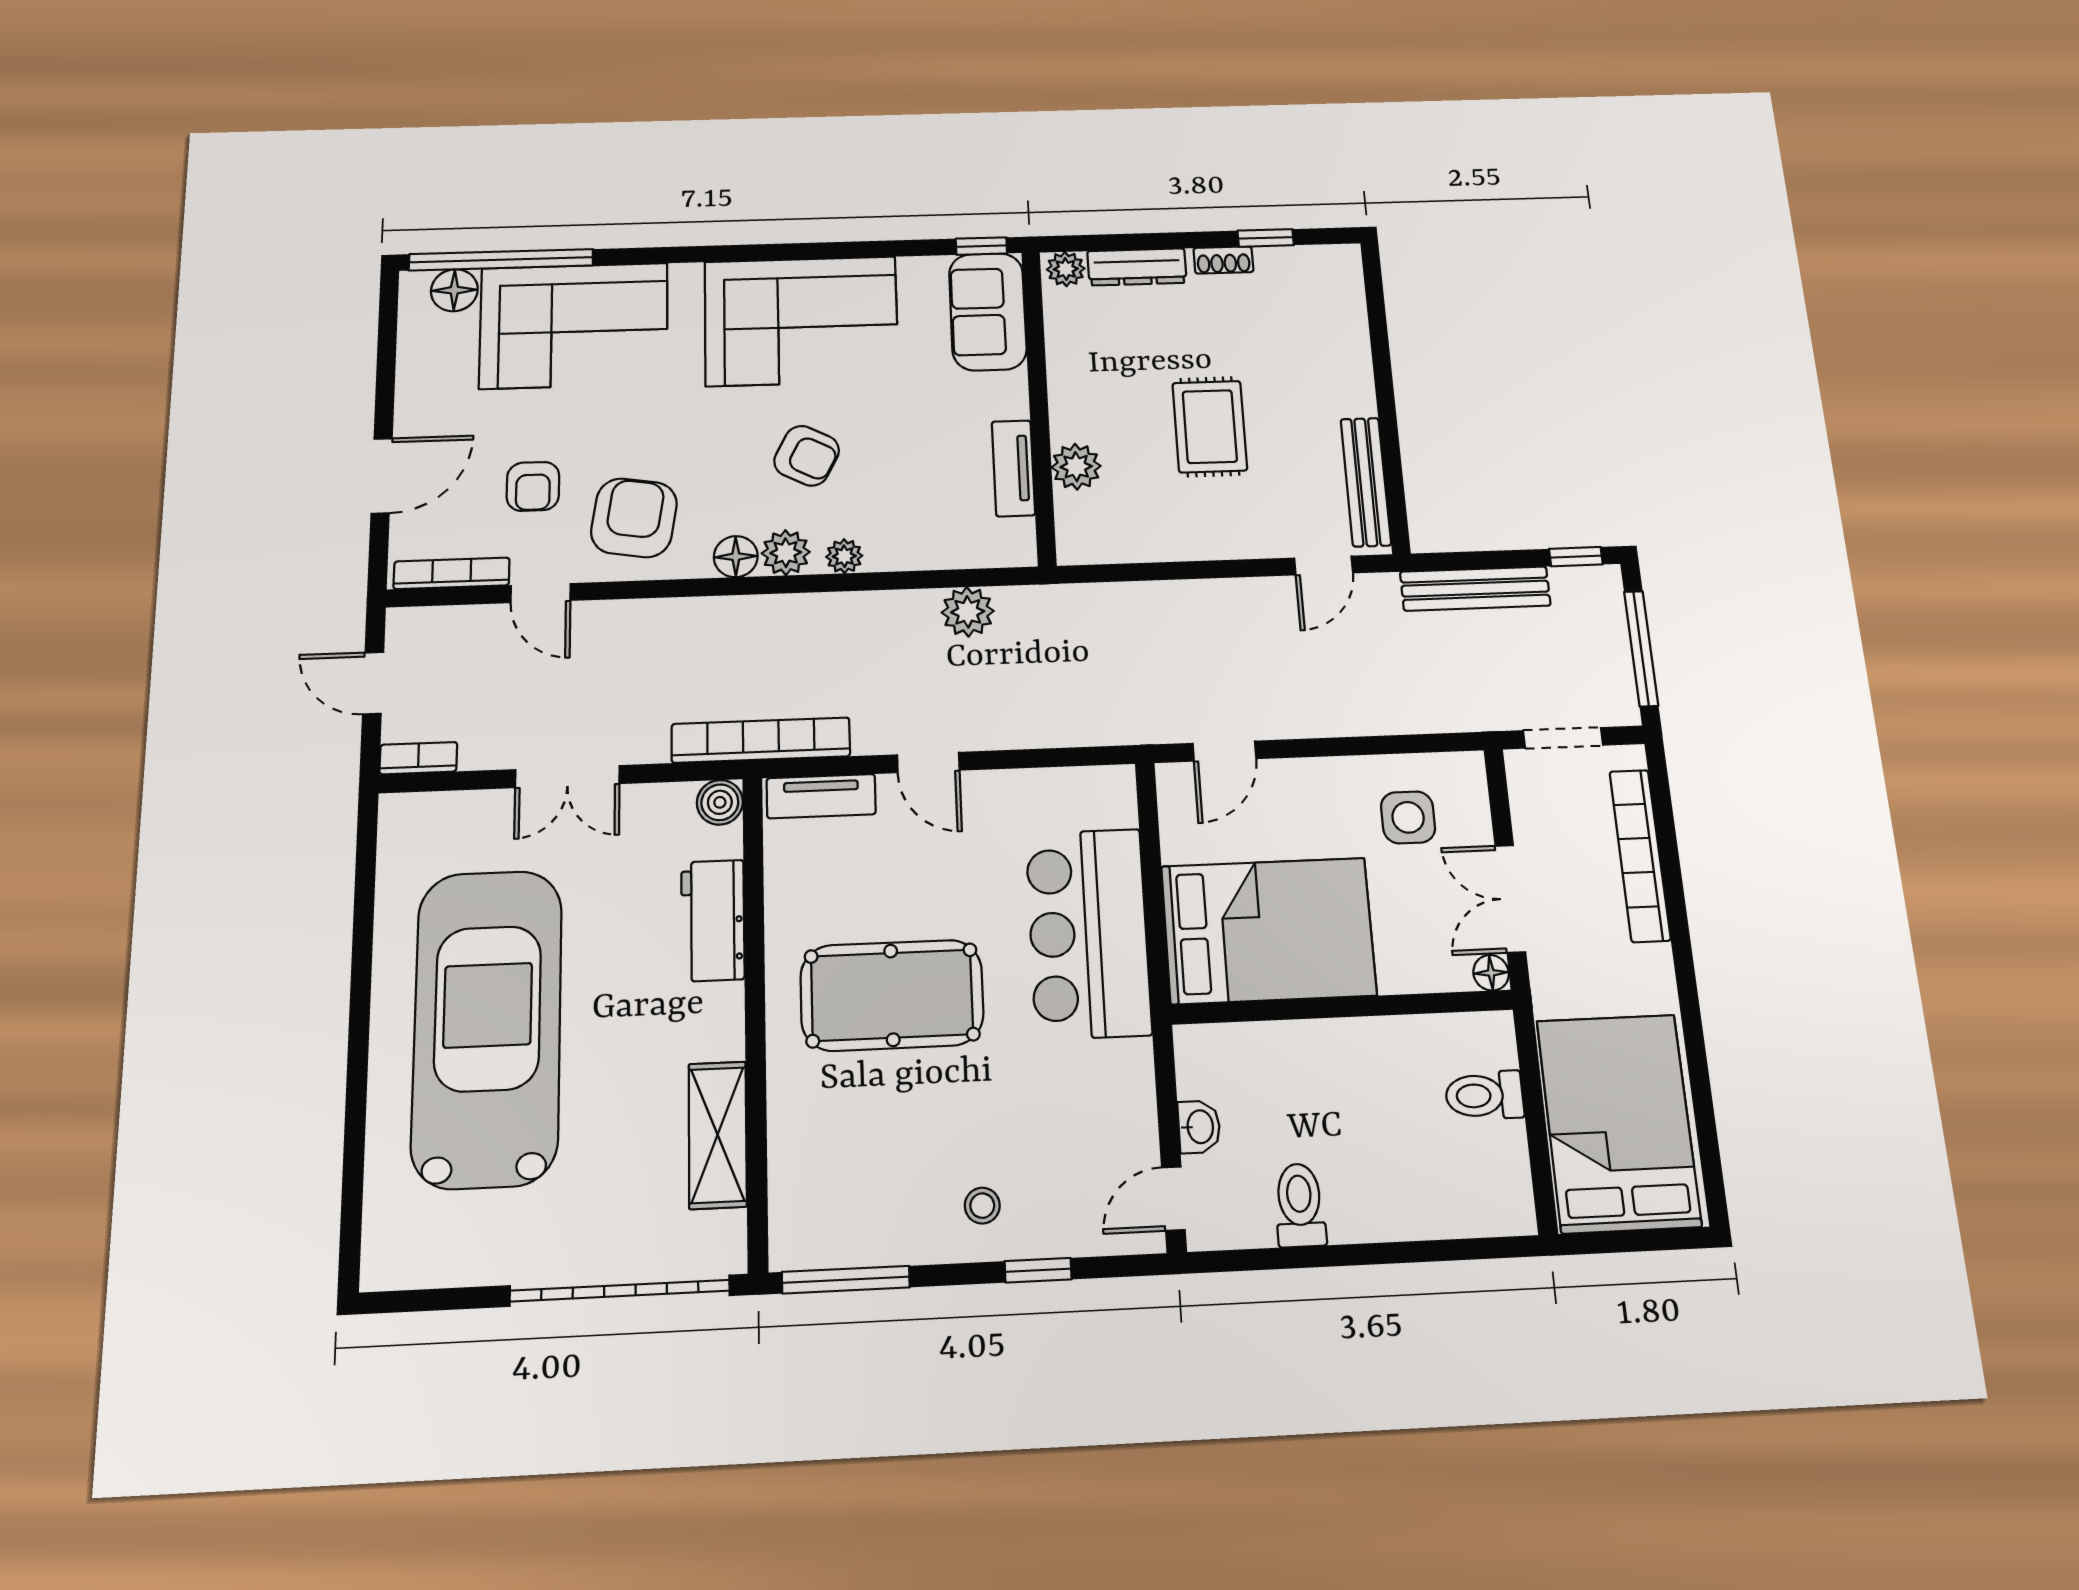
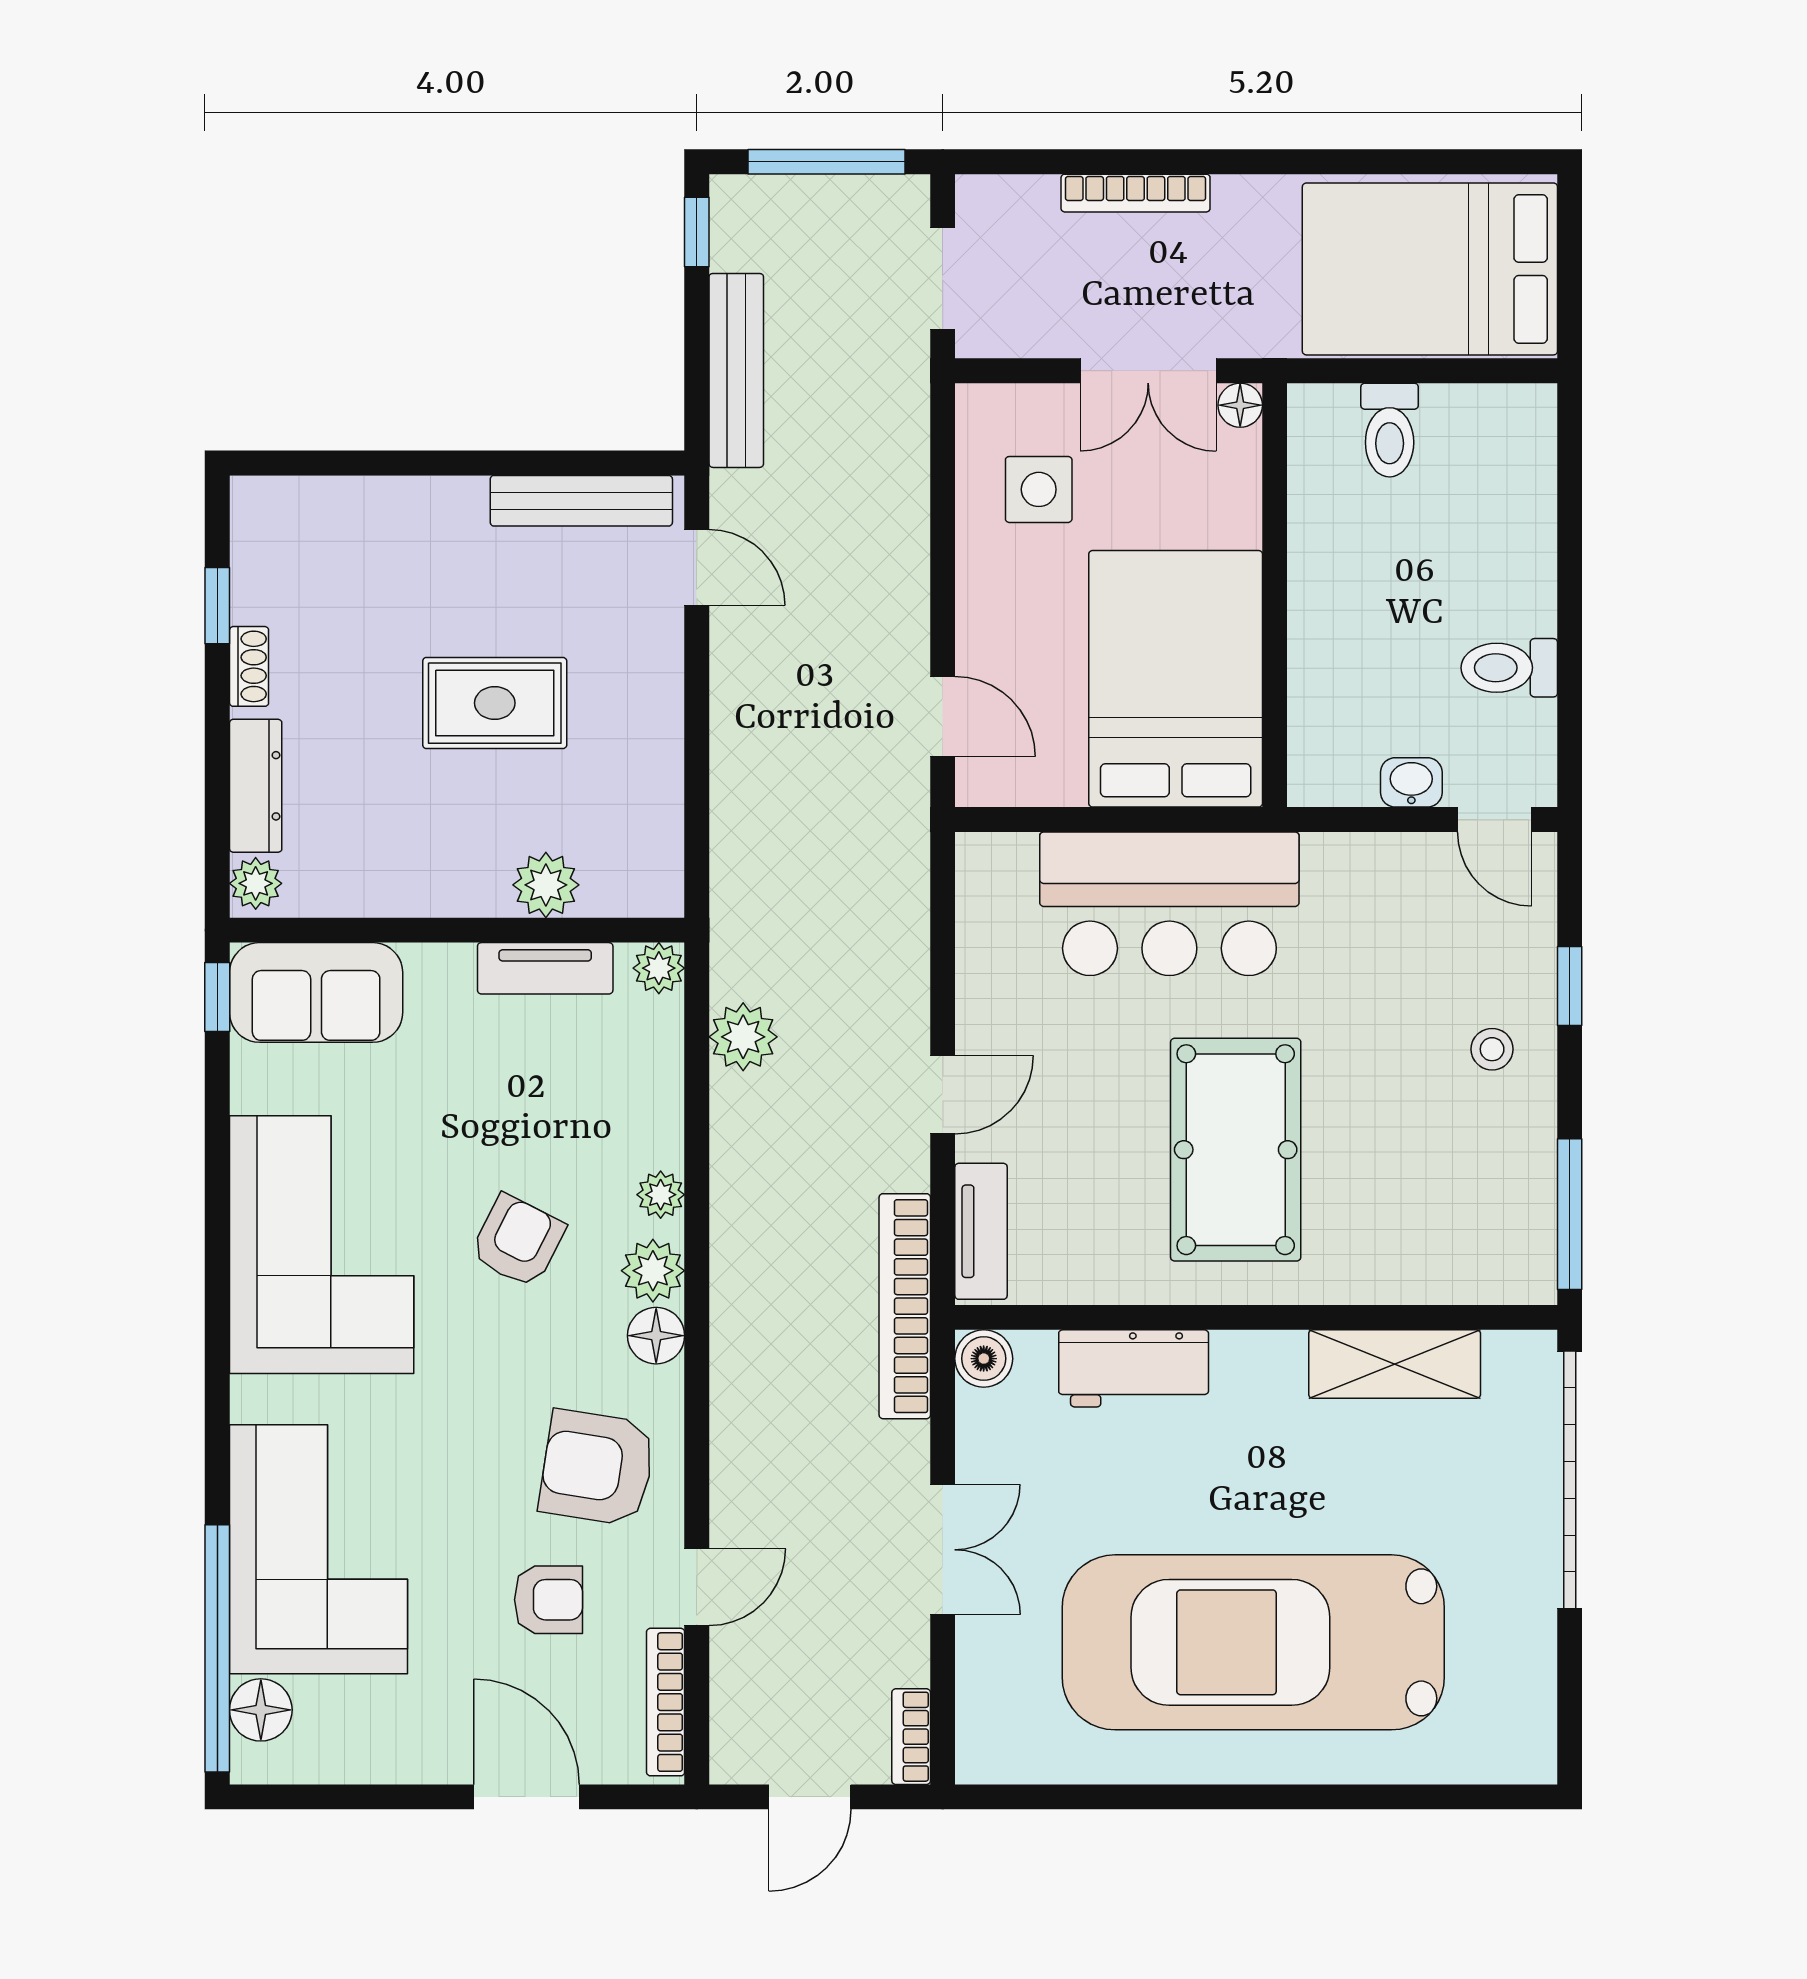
plant: (1017, 549) -> (659, 968), added
bookcase: (1640, 855) -> (1136, 193), width x0.68, depth x0.76

